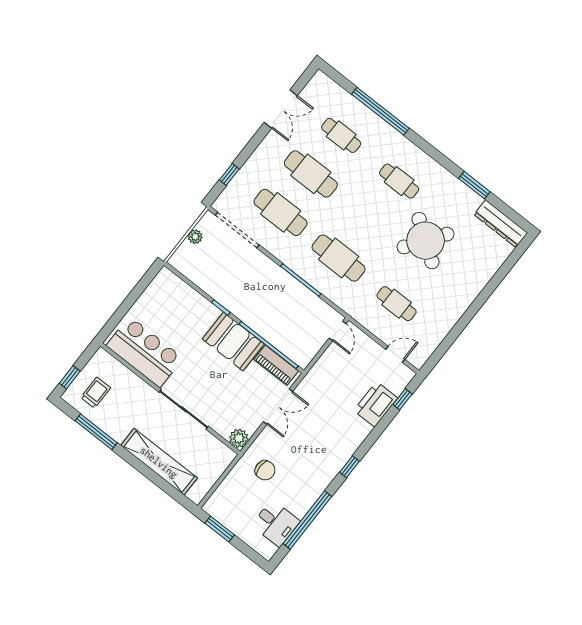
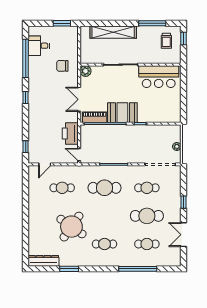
window: (229, 175) -> (183, 202), moved
cafe table: (281, 212) -> (147, 188), width x0.73, depth x0.74
printer: (376, 404) -> (70, 133), moved, turned 180

